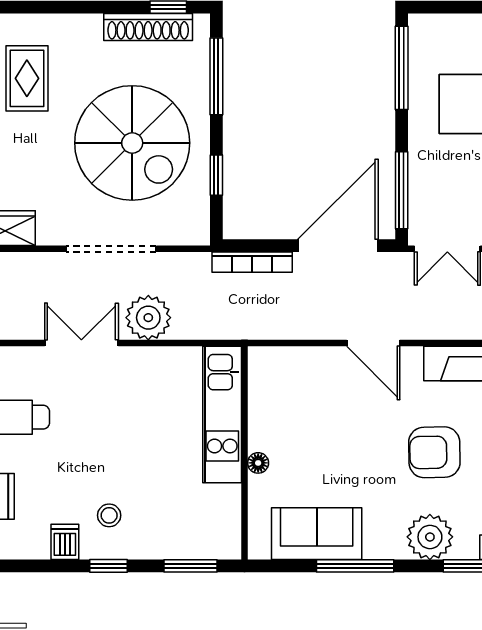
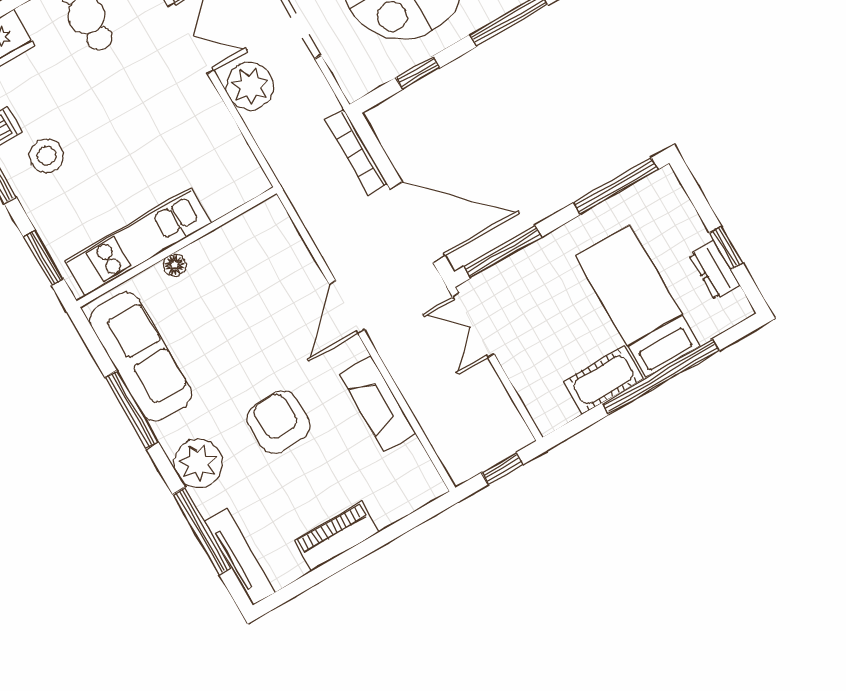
kitchen unit: (222, 415) -> (138, 242), moved
stool: (109, 515) -> (47, 156), width x1.37, depth x1.37
sofa: (317, 534) -> (141, 357), width x1.36

